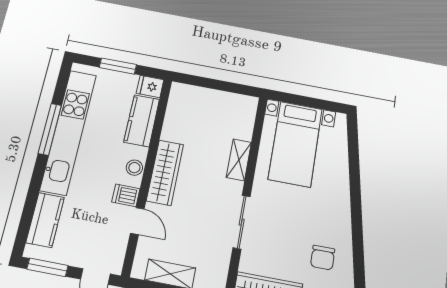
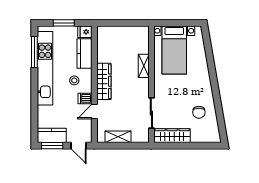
window: (50, 129) -> (34, 52), moved
stool: (134, 168) -> (74, 80), moved
kitchen counter: (45, 220) -> (52, 135), moved, turned -90
door: (137, 221) -> (94, 111), swing flipped
sliding door: (242, 222) -> (151, 113), moved

